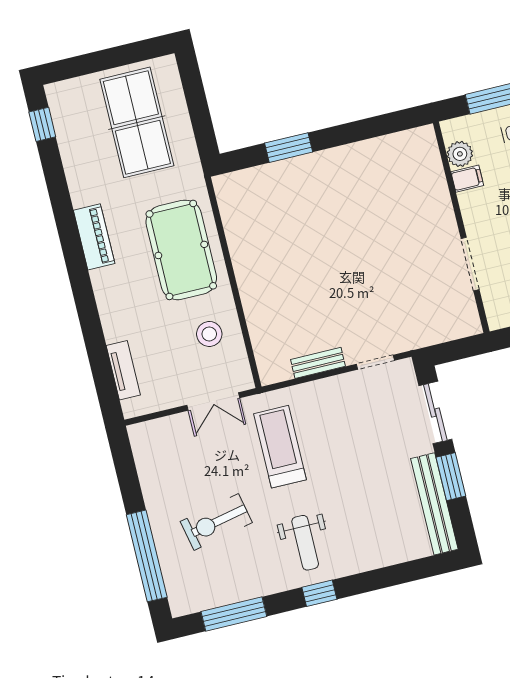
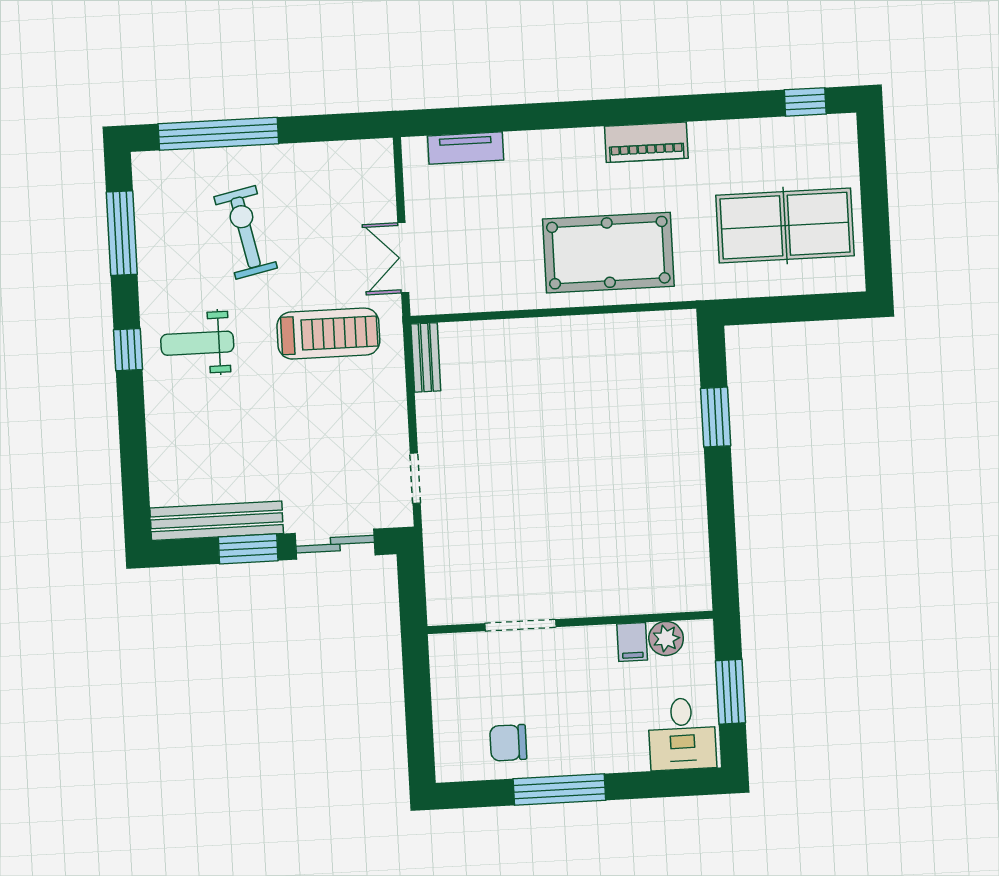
stool: (209, 334) -> (492, 269), removed
bench: (318, 363) -> (426, 357), moved

